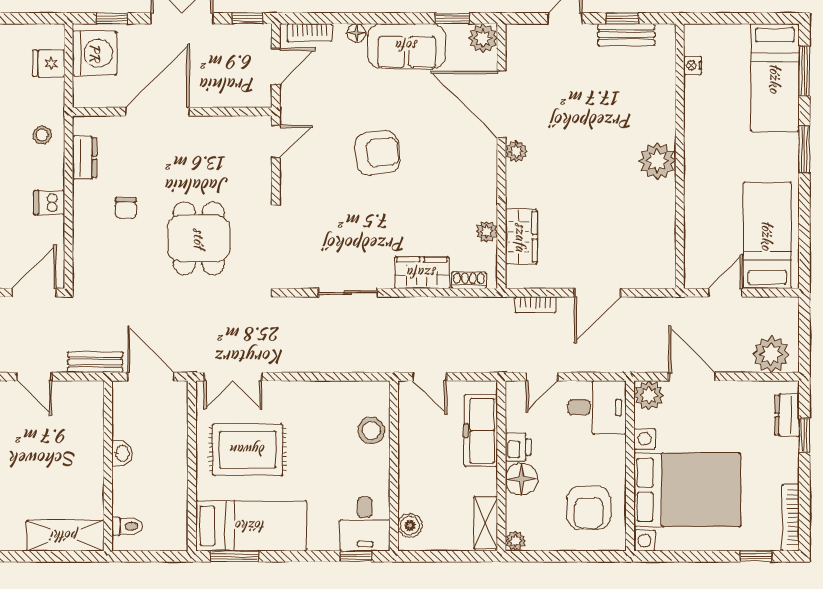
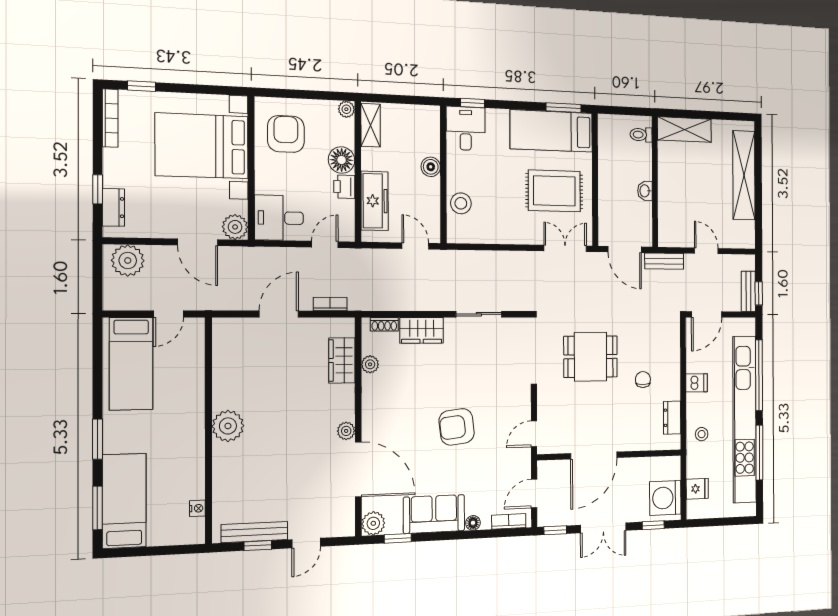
bench: (626, 35) -> (255, 532), width x1.36
door: (158, 112) -> (594, 456), moved
dining table: (199, 238) -> (591, 357), turned 90
boiler: (410, 525) -> (431, 167), moved

